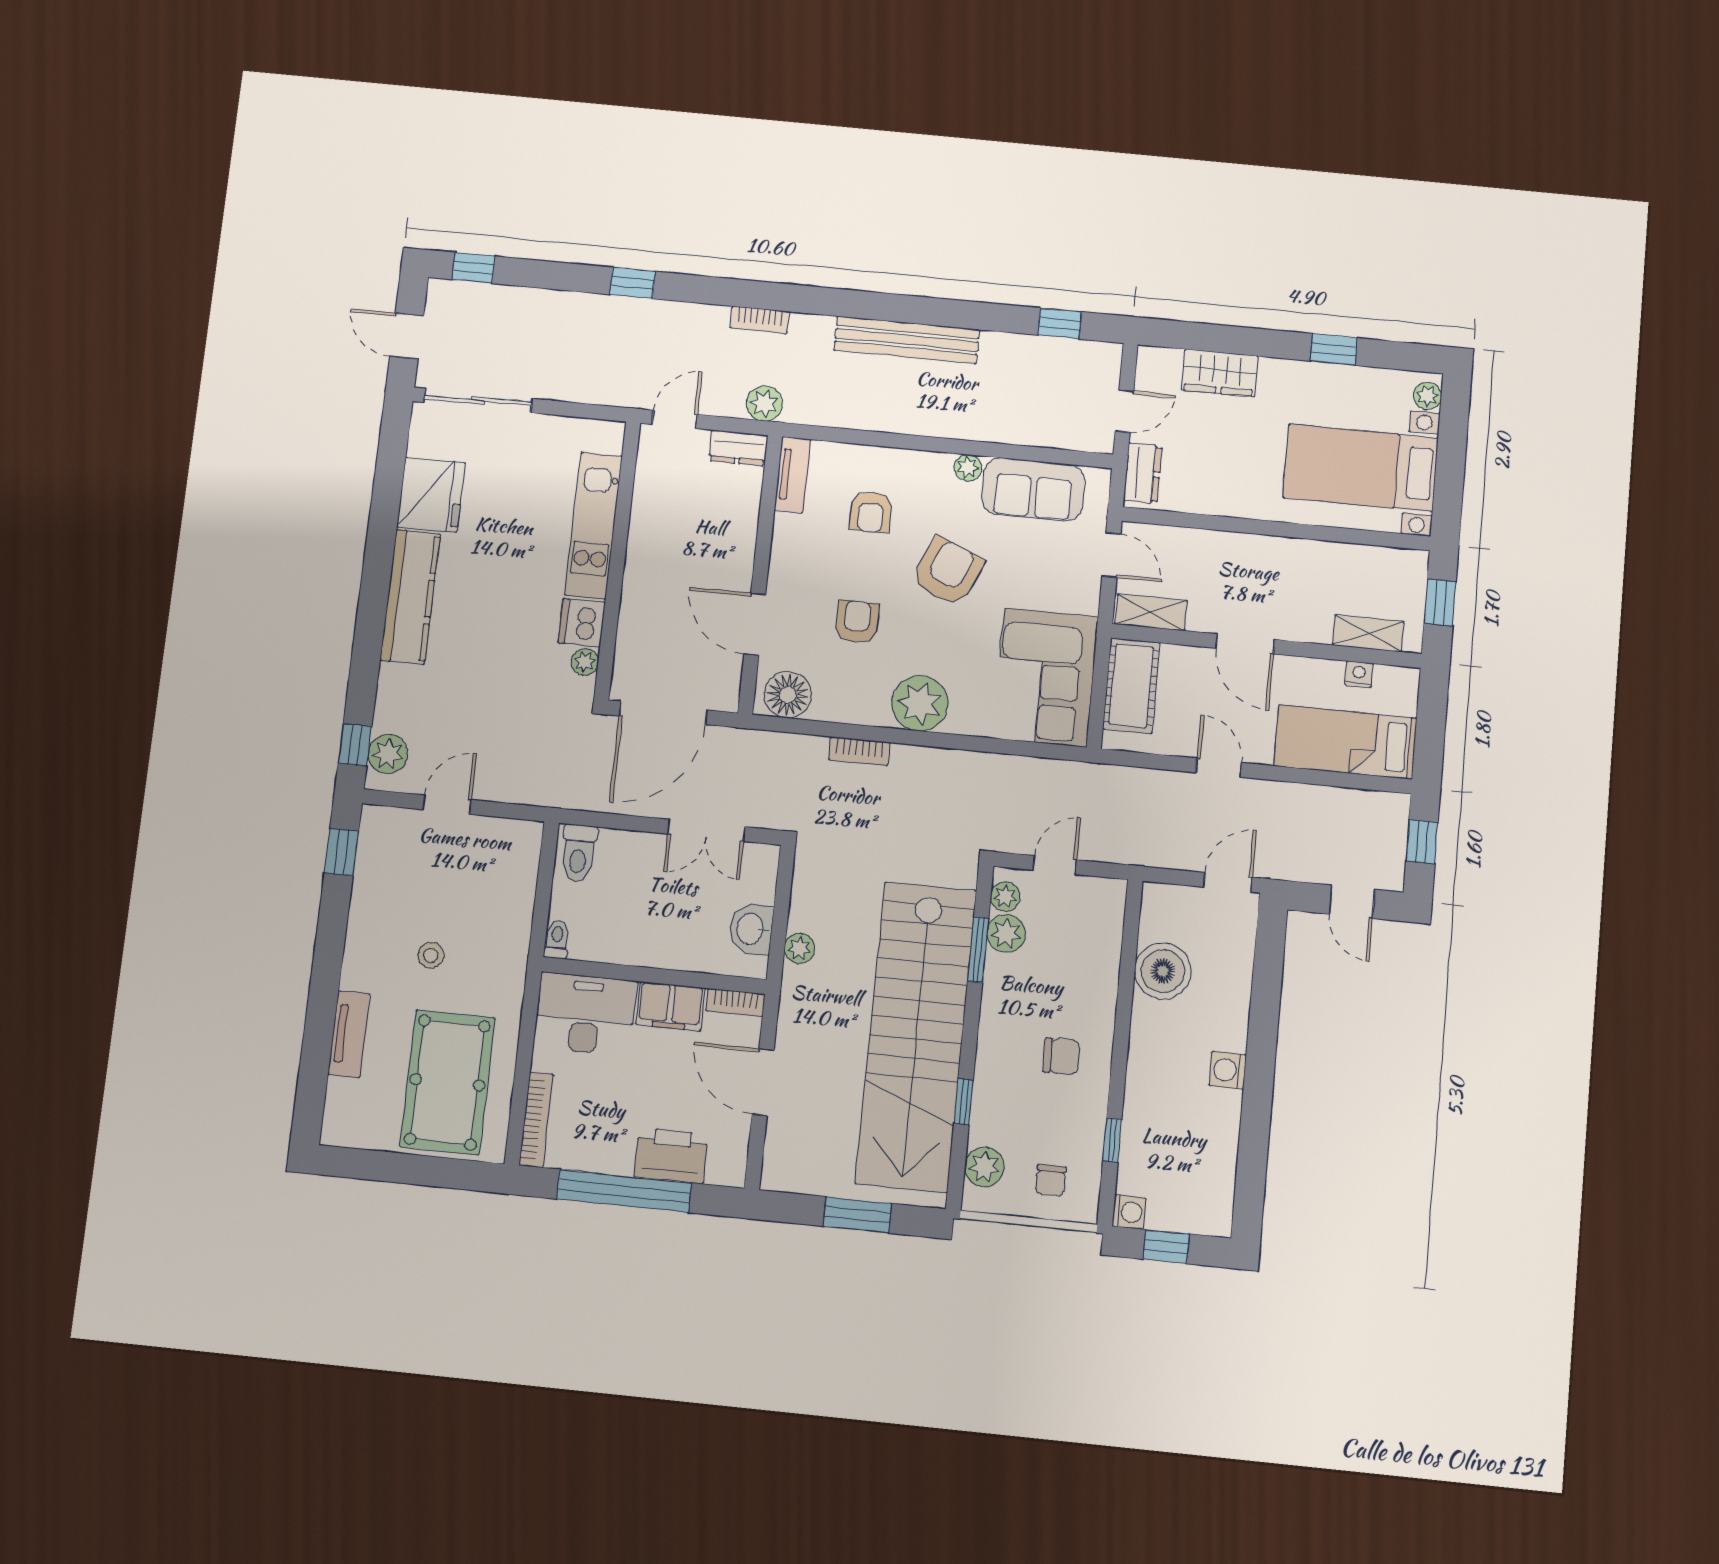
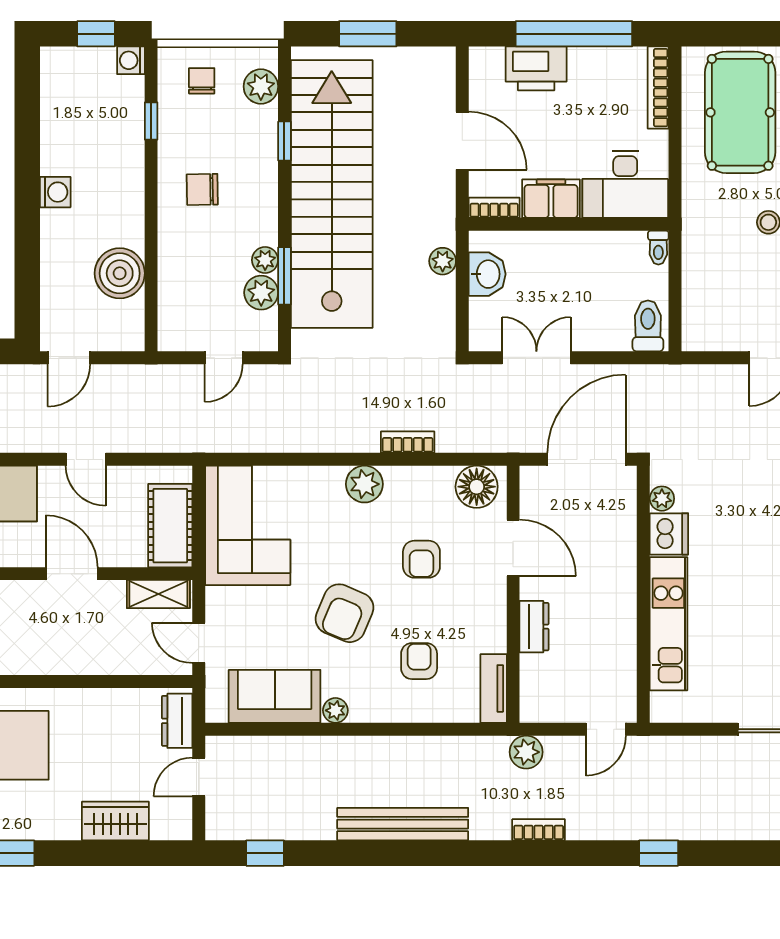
dresser: (738, 448) -> (534, 627), moved, turned 90
plant: (920, 703) -> (364, 484), width x0.73, depth x0.73
plant: (1005, 897) -> (265, 260), moved

